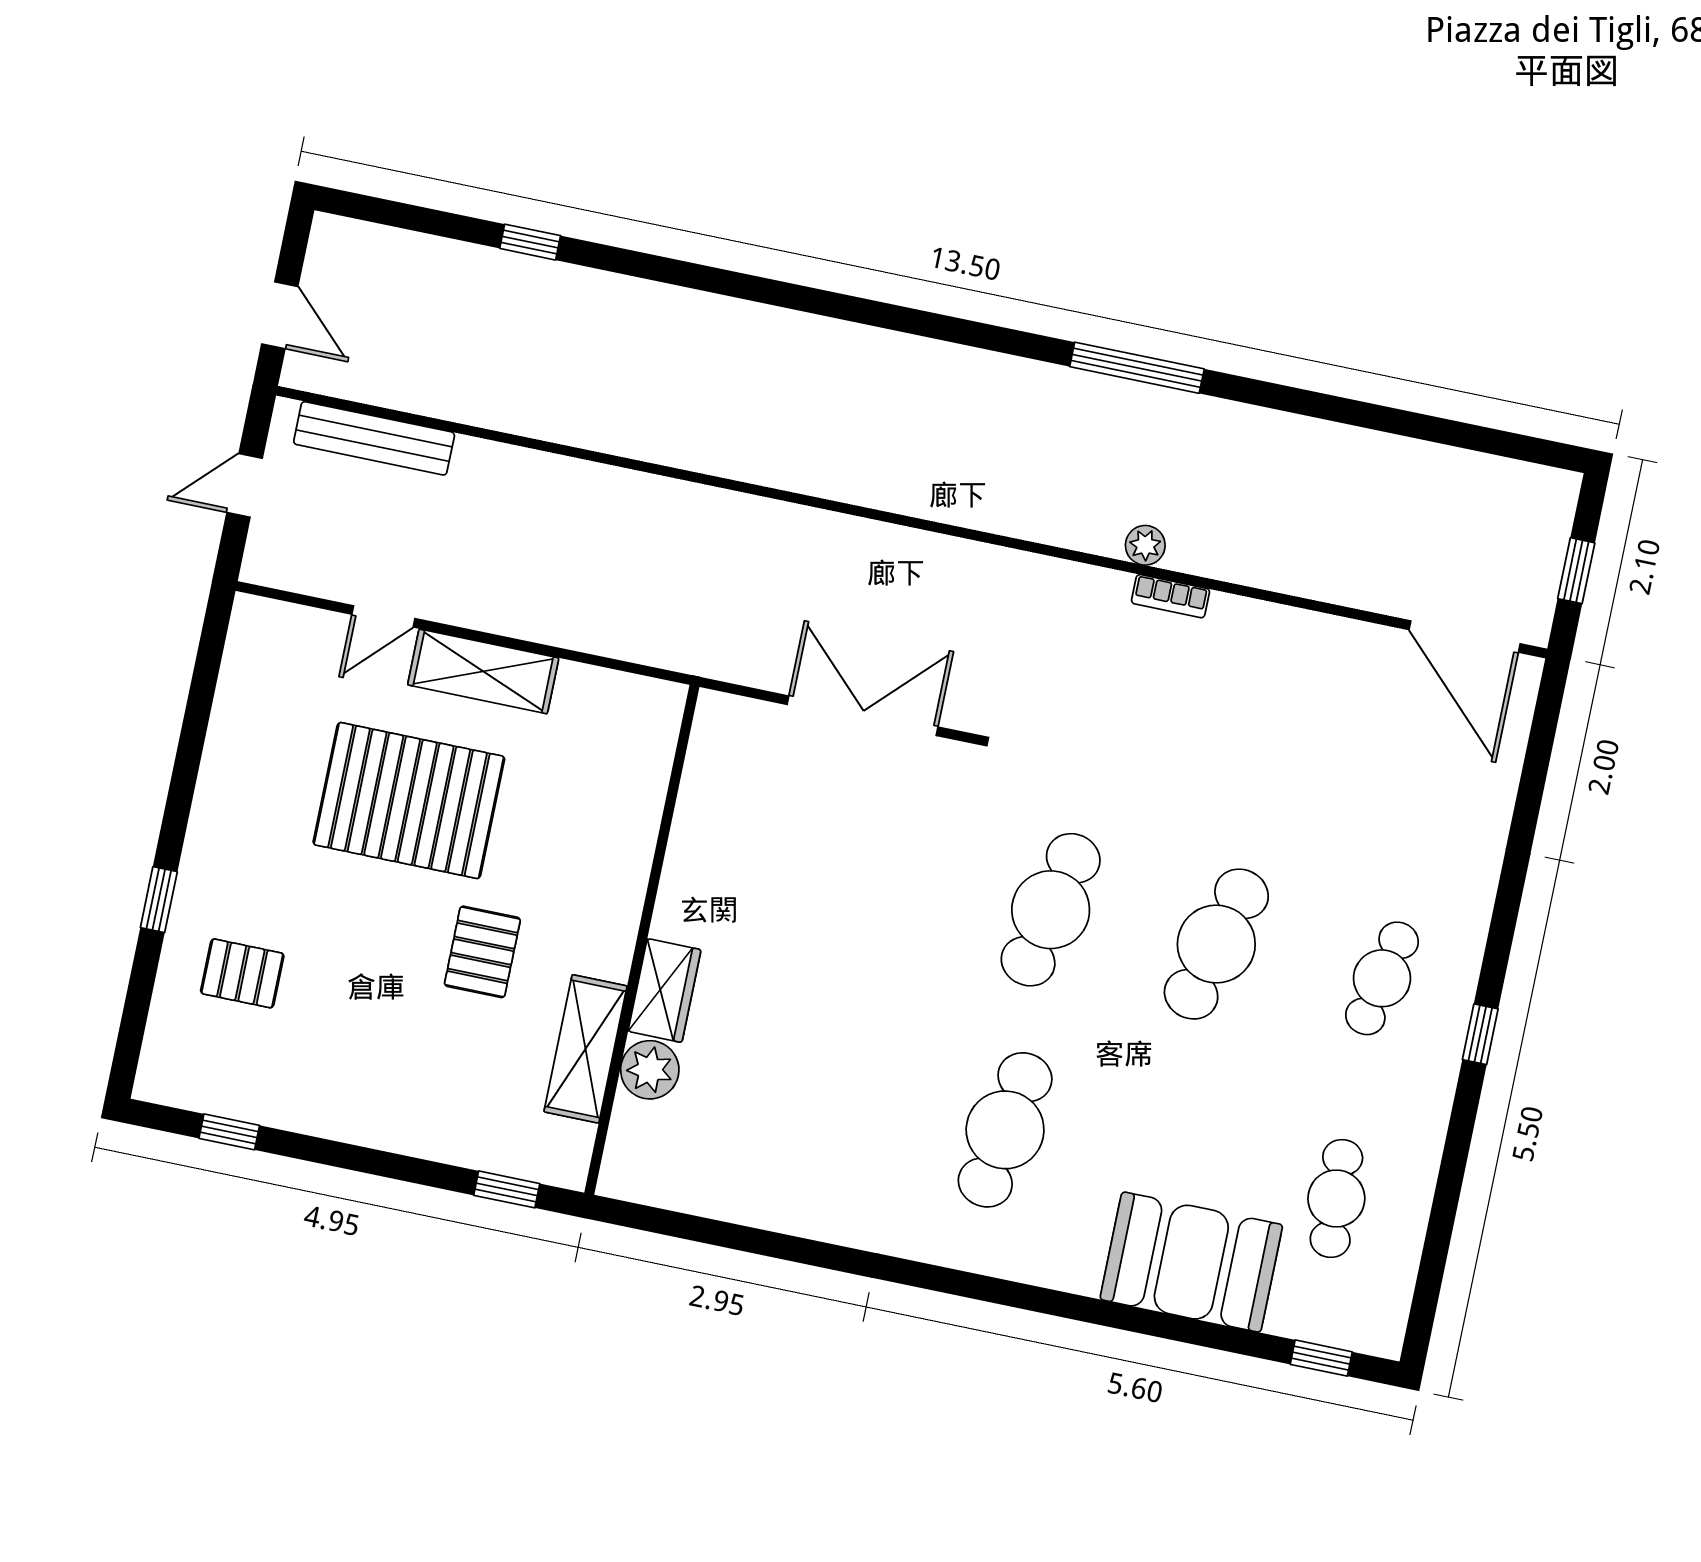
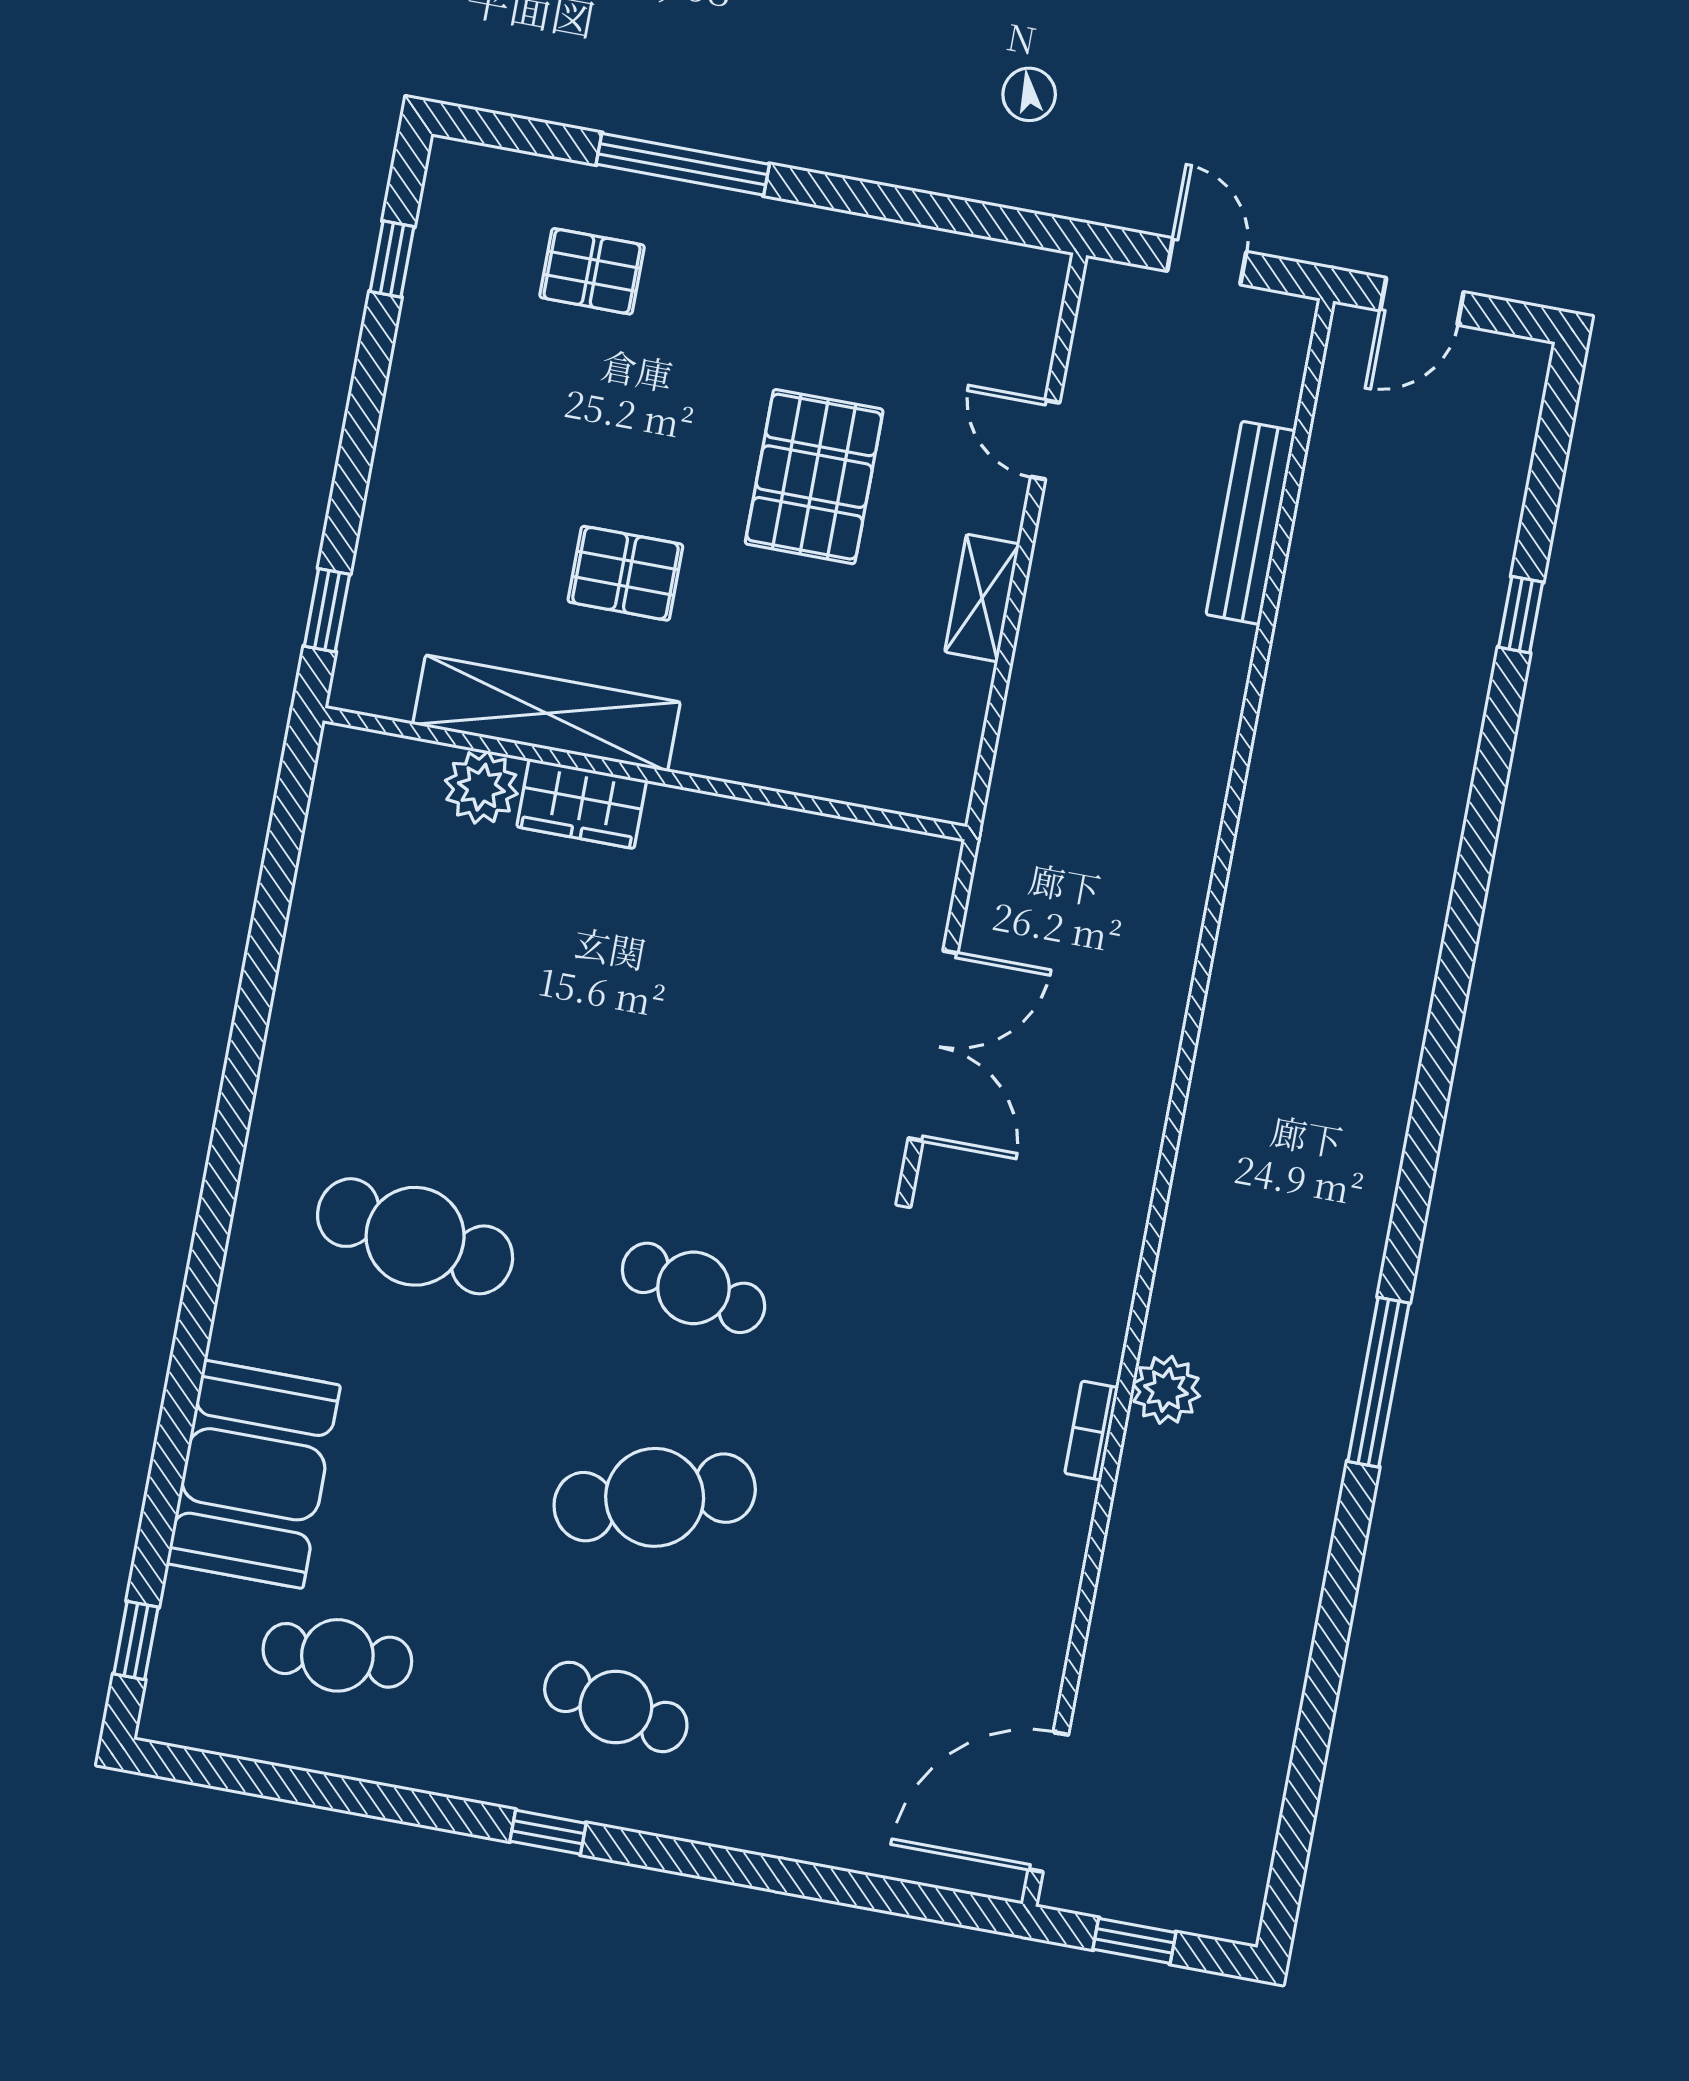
bench: (374, 438) -> (1251, 523), moved
plant: (1145, 545) -> (1166, 1390), width x1.38, depth x1.38
shelving: (483, 671) -> (982, 598), width x0.67, depth x0.75
pallet: (409, 801) -> (814, 477), width x0.73, depth x0.71
window: (159, 900) -> (683, 164), width x2.17
cafe table: (1051, 910) -> (694, 1288), width x0.73, depth x0.74
cafe table: (1216, 944) -> (655, 1497), turned -33
pallet: (242, 973) -> (592, 271), turned 90
shelving: (585, 1049) -> (547, 713), width x1.47

